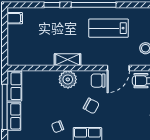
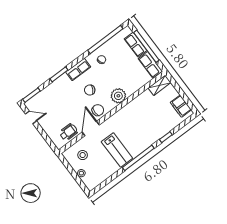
filing cabinet: (15, 18) -> (181, 106), width x2.00
lab bench: (109, 28) -> (117, 150), turned 90
shelving: (68, 60) -> (160, 85), moved

